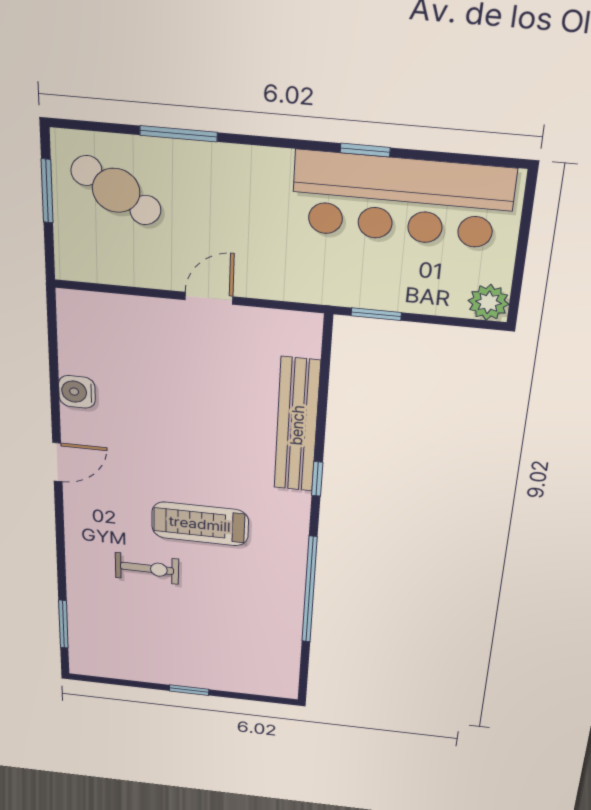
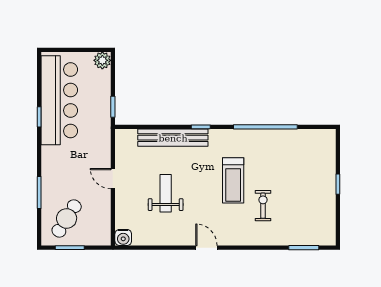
water cooler: (77, 392) -> (123, 237), moved
weight bench: (174, 399) -> (166, 193), added

